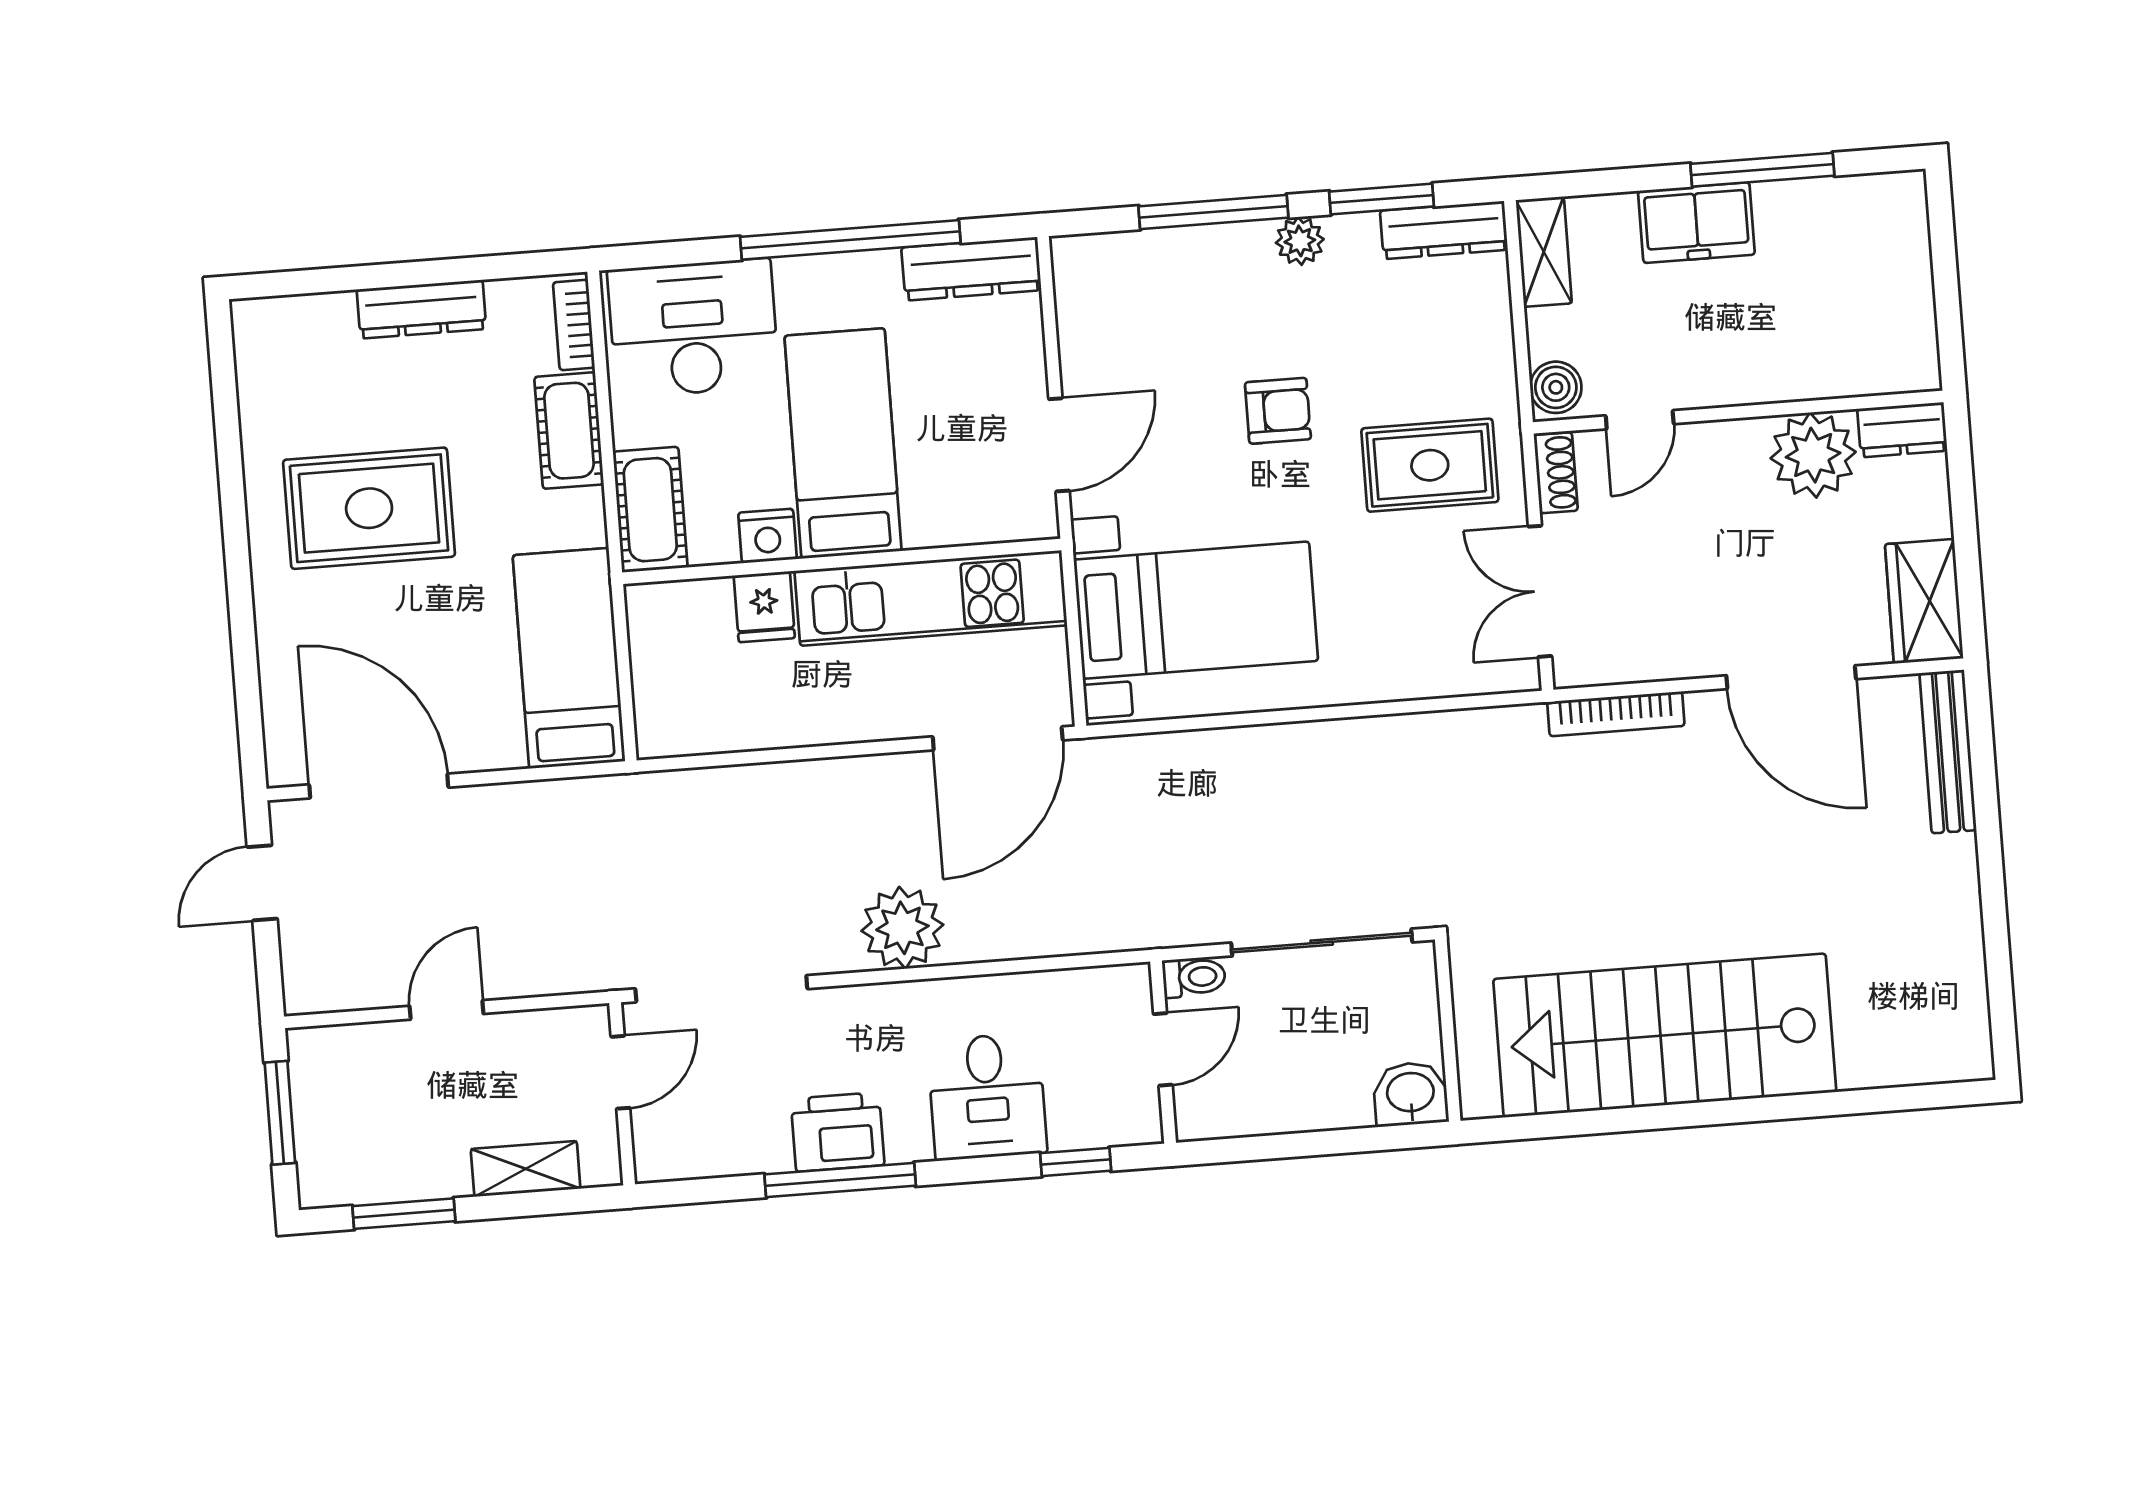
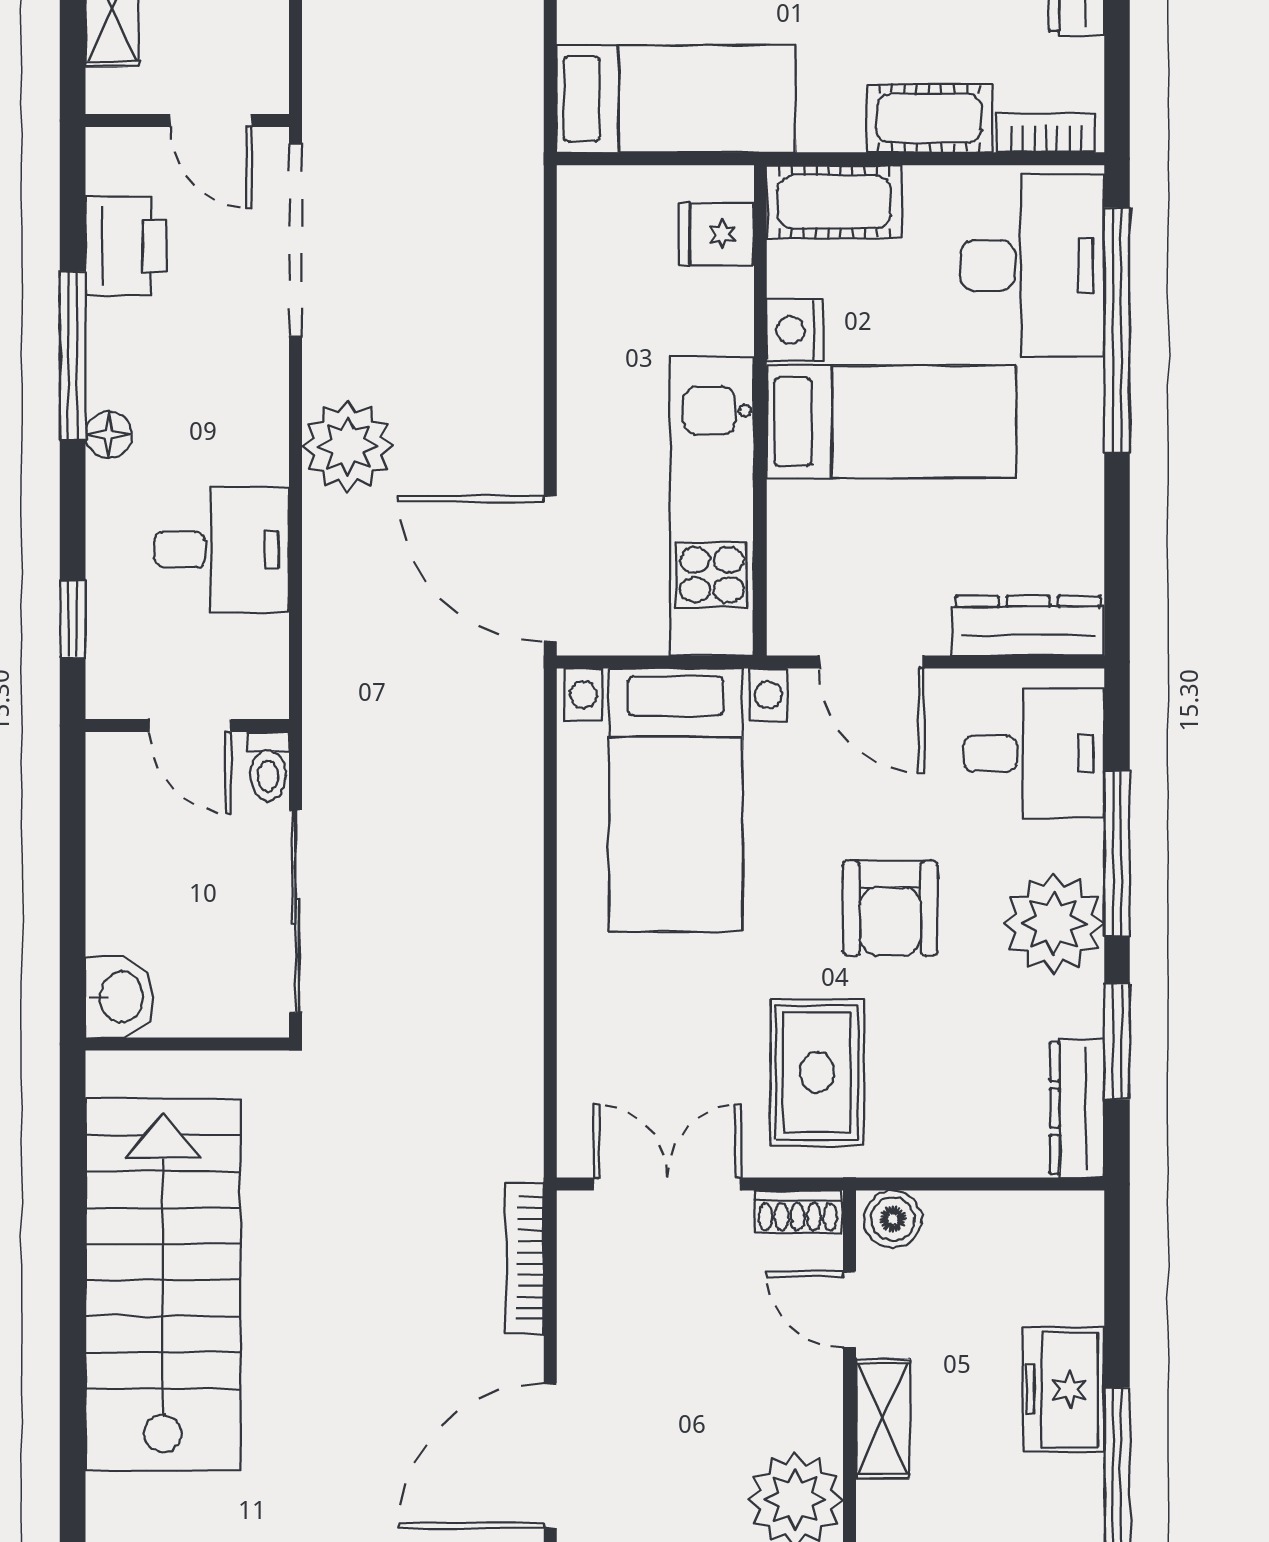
window: (850, 240) -> (1117, 330), moved
plant: (1300, 241) -> (1054, 924), width x1.87, depth x1.87
shelving: (1544, 252) -> (883, 1419), moved, turned 90
dresser: (971, 269) -> (1028, 626), moved, turned 90
desk: (1130, 293) -> (1034, 754), added
armchair: (1278, 411) -> (890, 908), width x1.38, depth x1.38
fridge: (764, 607) -> (717, 234), moved
desk: (987, 1097) -> (222, 550), moved, turned 180
printer: (838, 1132) -> (126, 246), moved
floor lamp: (909, 1142) -> (109, 435), added

